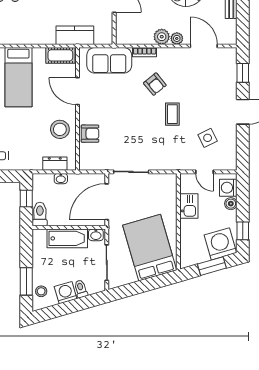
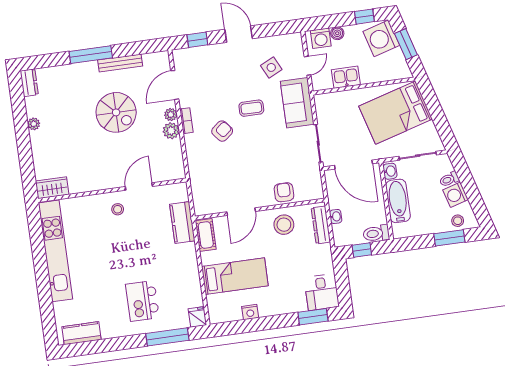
bookcase: (145, 52) -> (186, 121), moved
sofa: (109, 60) -> (297, 103), moved, turned 180
dresser: (55, 164) -> (321, 225), width x1.44

